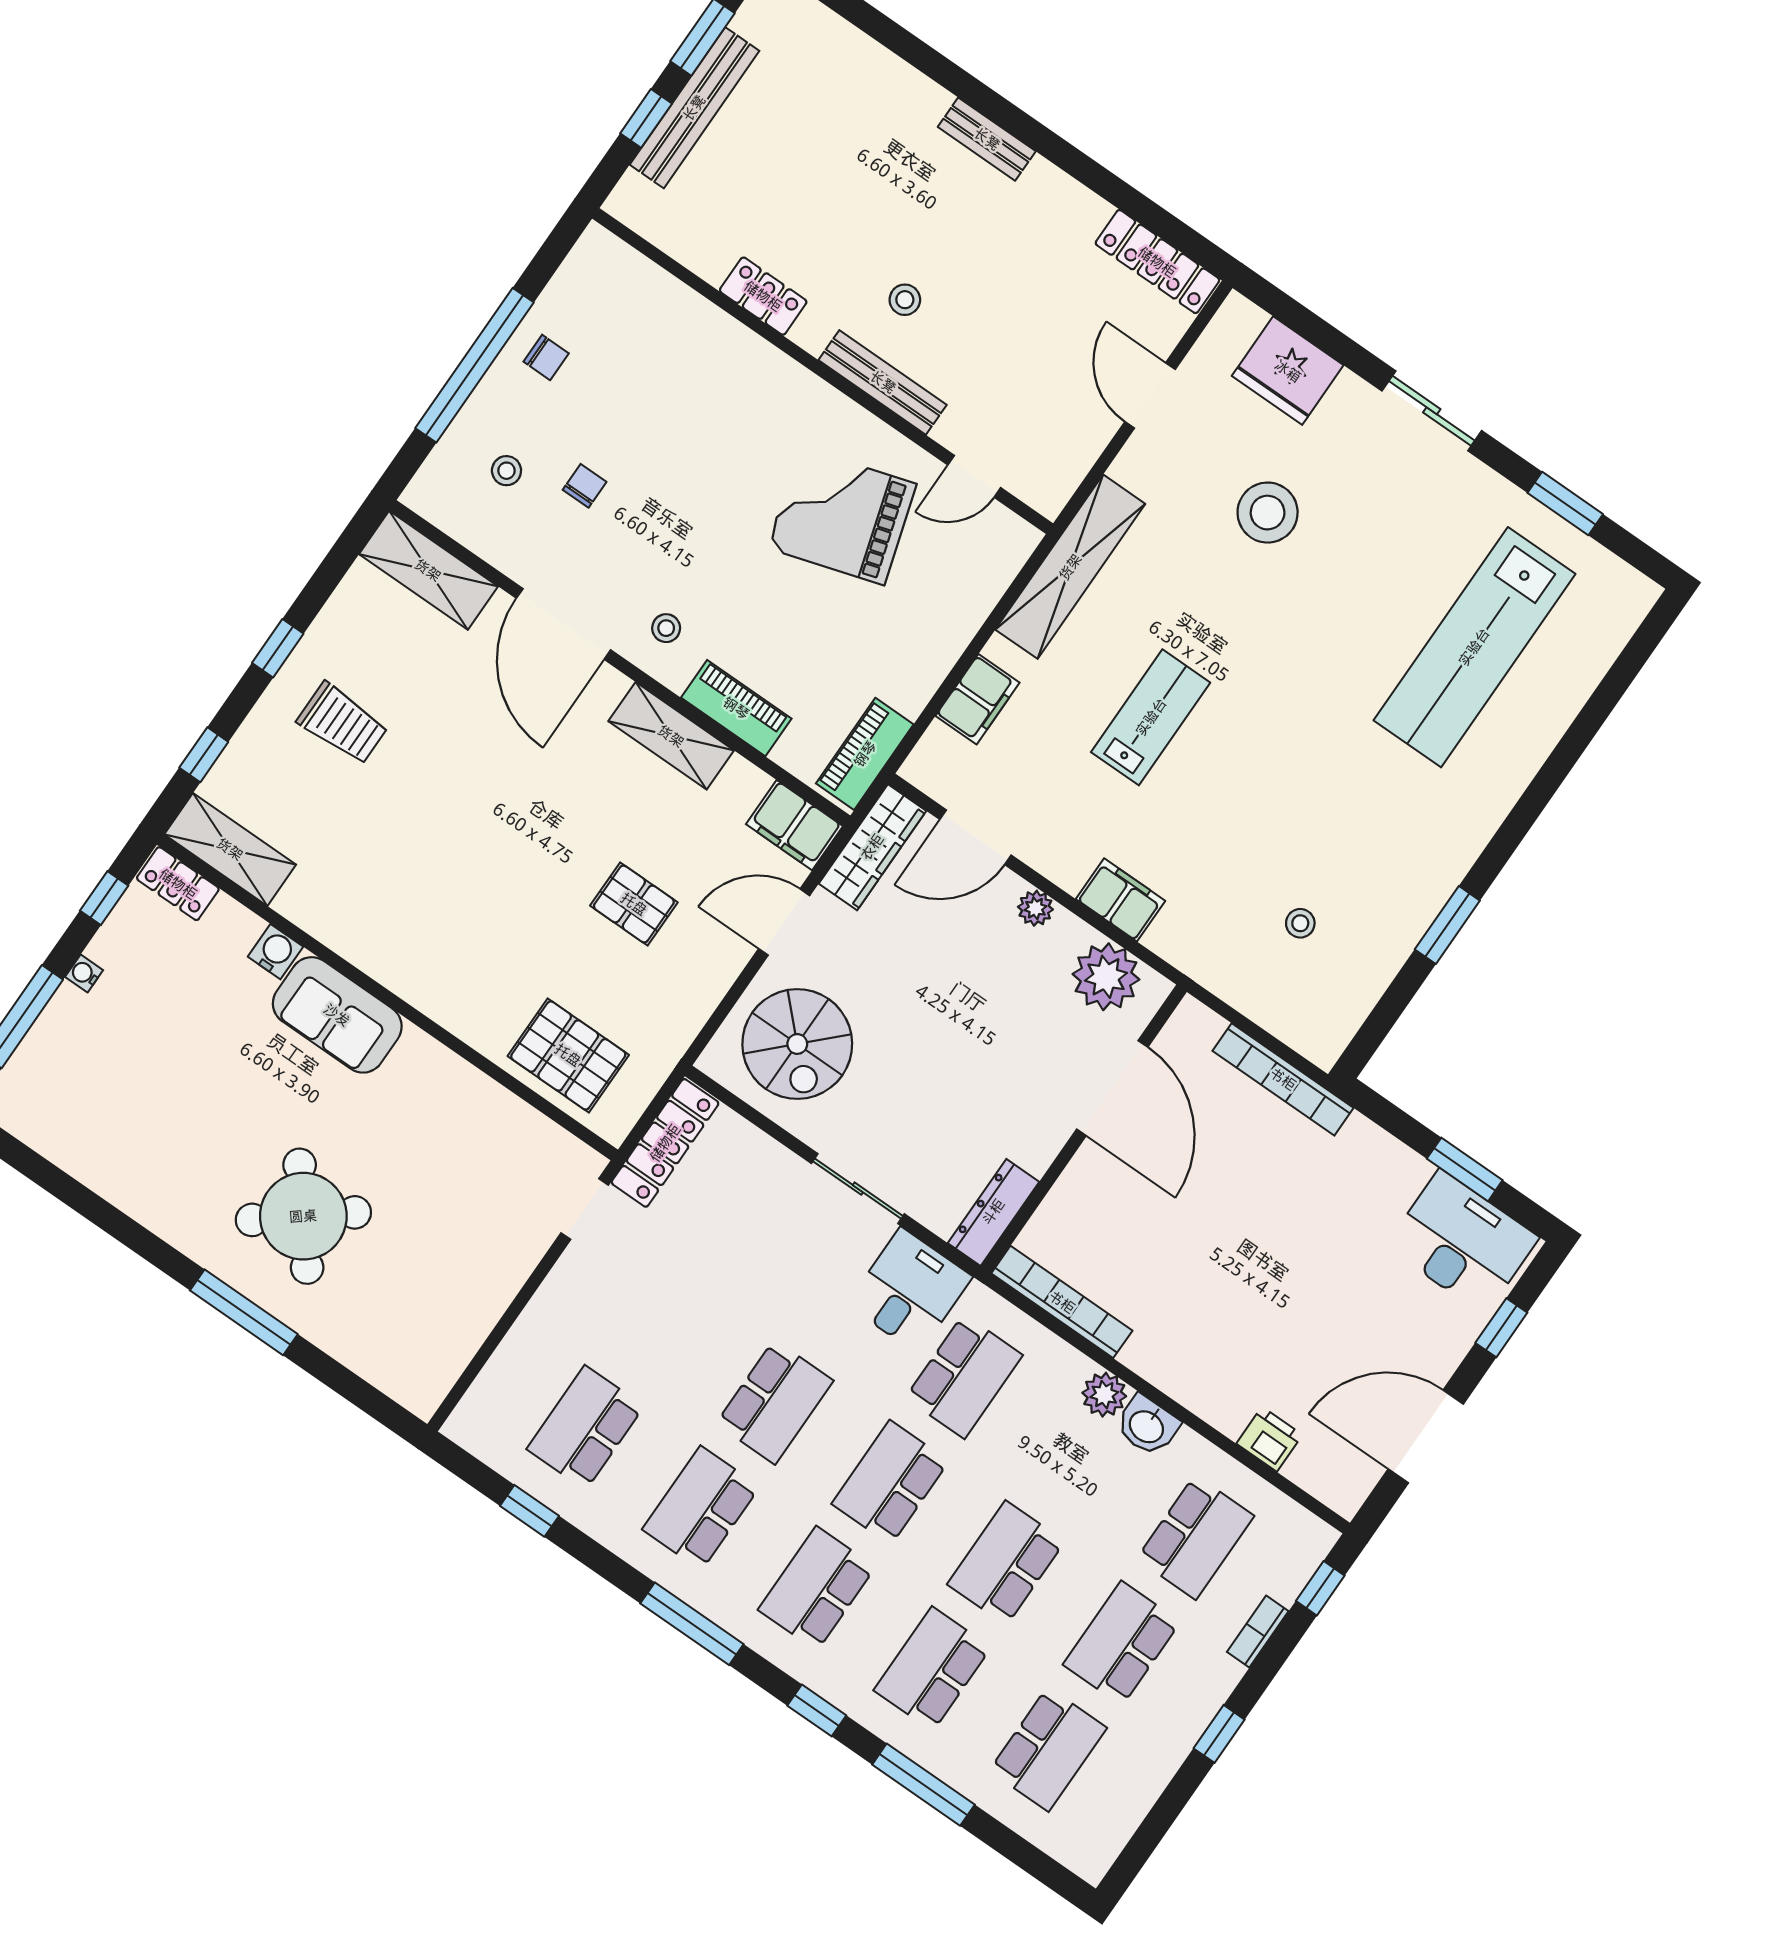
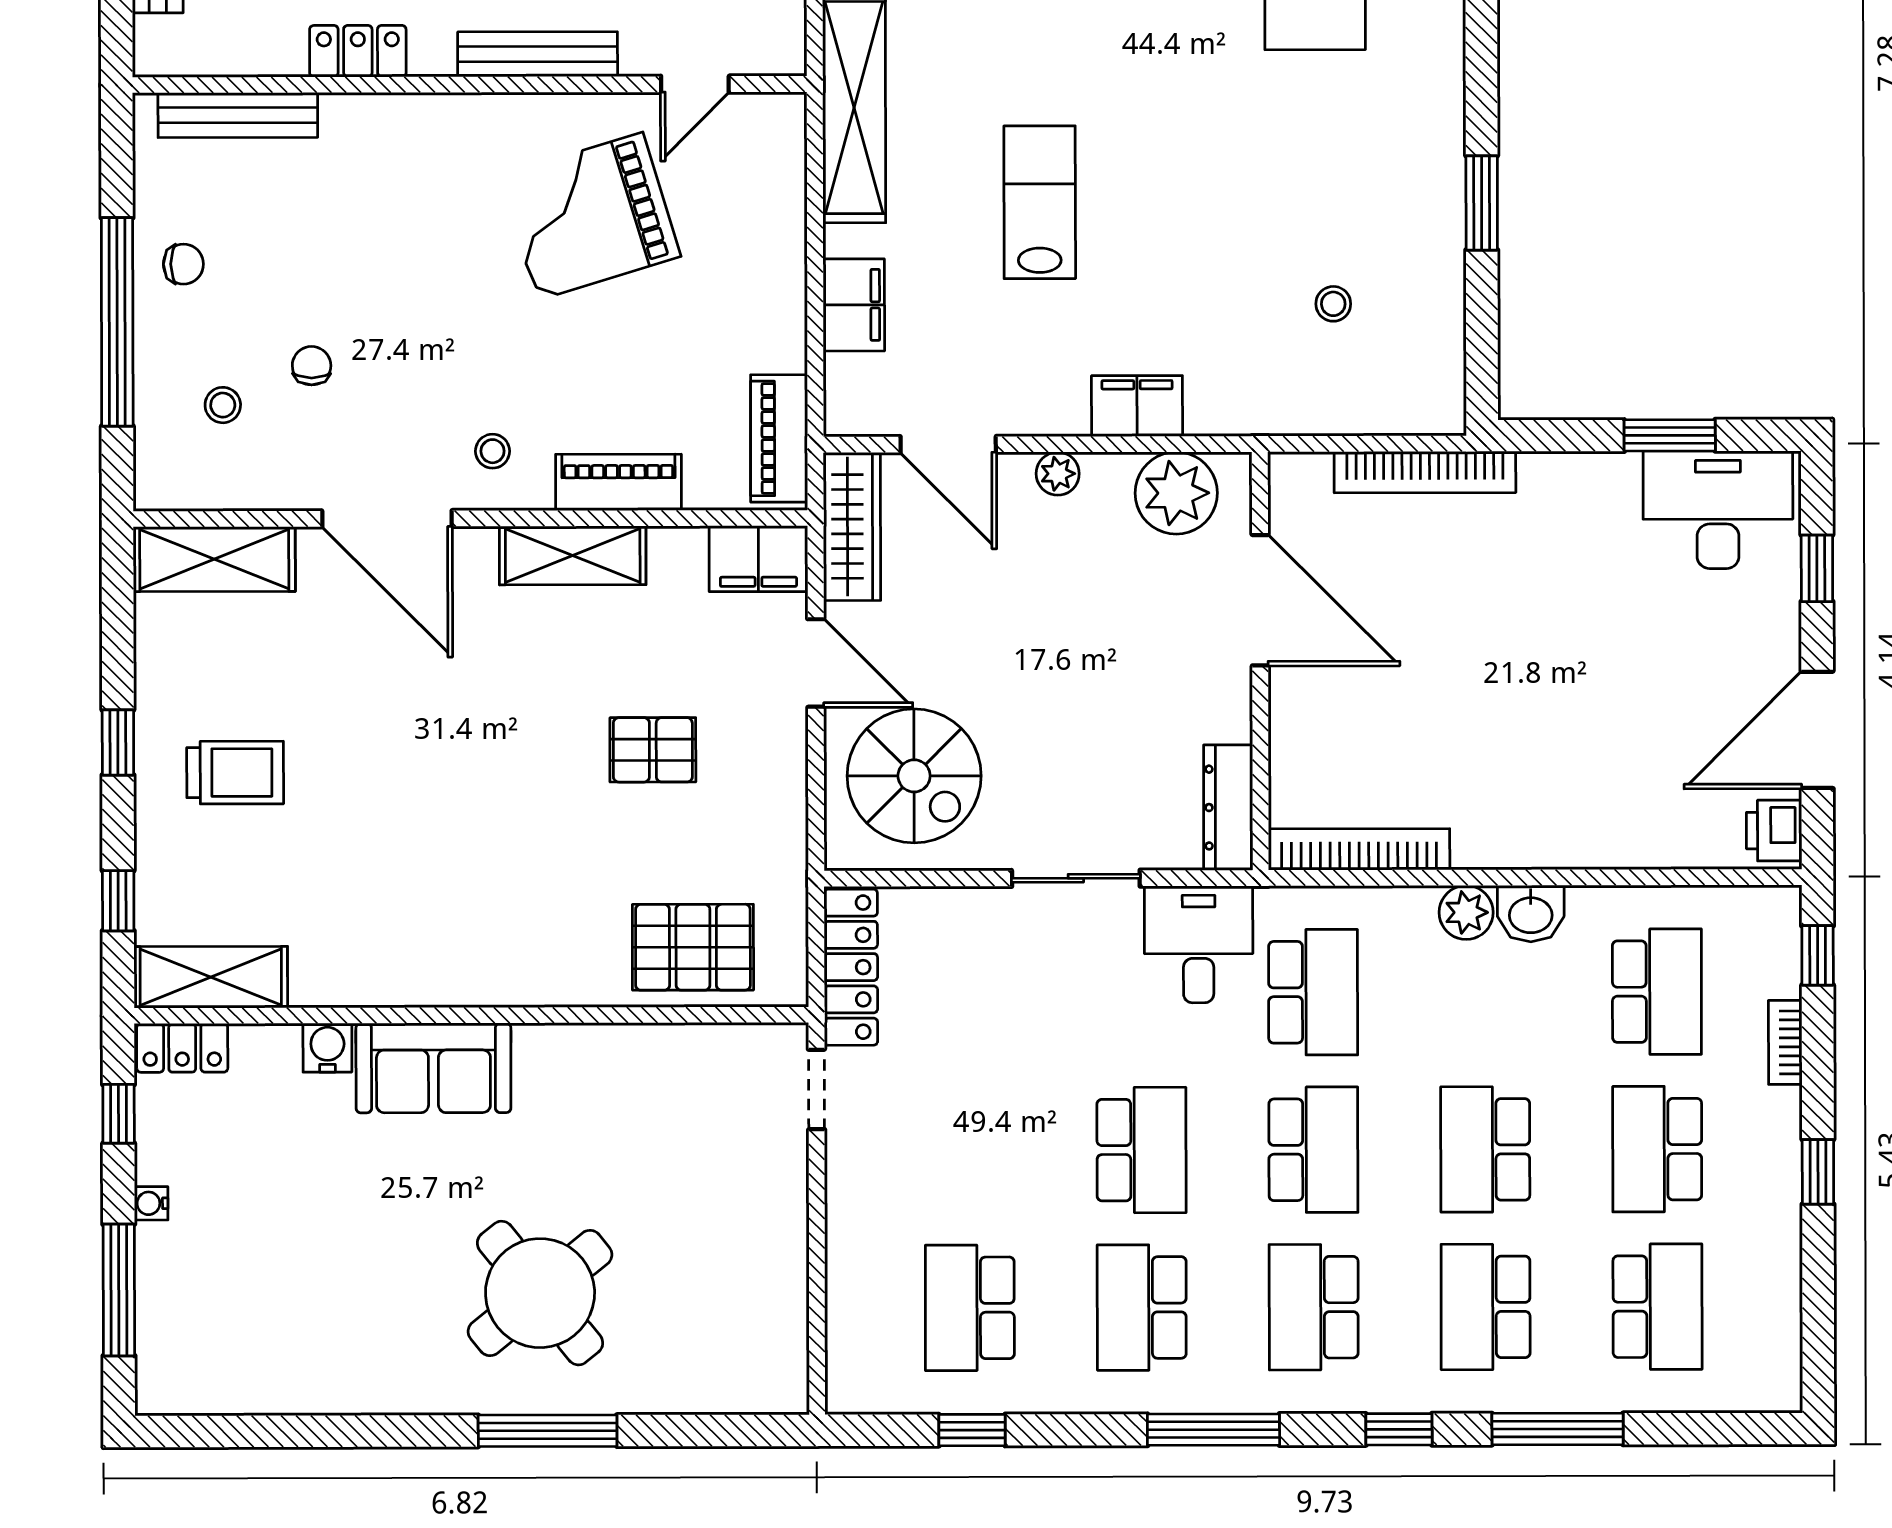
bench: (653, 283) -> (238, 115), added
door: (976, 837) -> (948, 444), hinge flipped
door: (784, 922) -> (816, 663), swing flipped
printer: (1269, 1439) -> (1774, 831), moved, turned -90
school desk: (890, 1482) -> (1313, 1150), turned 180

